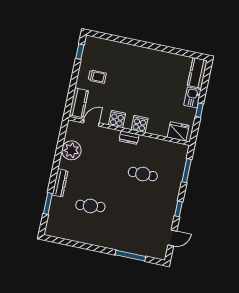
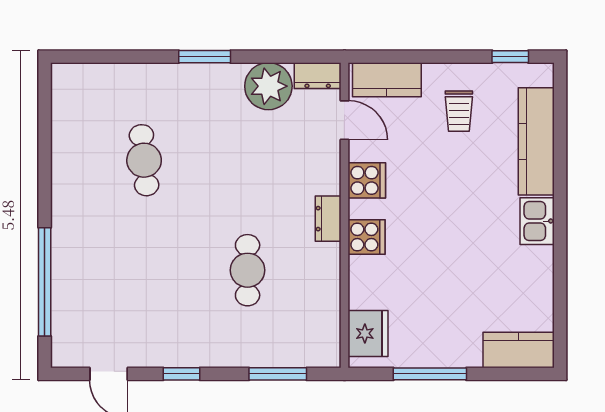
kitchen counter: (116, 48) -> (536, 141), added
kitchen sink: (192, 97) -> (537, 221), moved, turned -90
window: (199, 110) -> (430, 374), width x2.17
dresser: (60, 183) -> (318, 76), moved, width x0.70
window: (48, 204) -> (205, 57), moved
window: (130, 256) -> (45, 282), width x1.46

